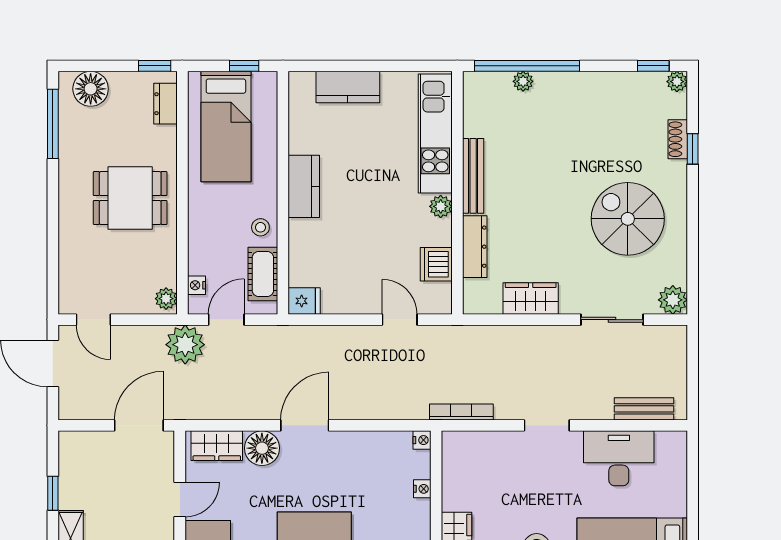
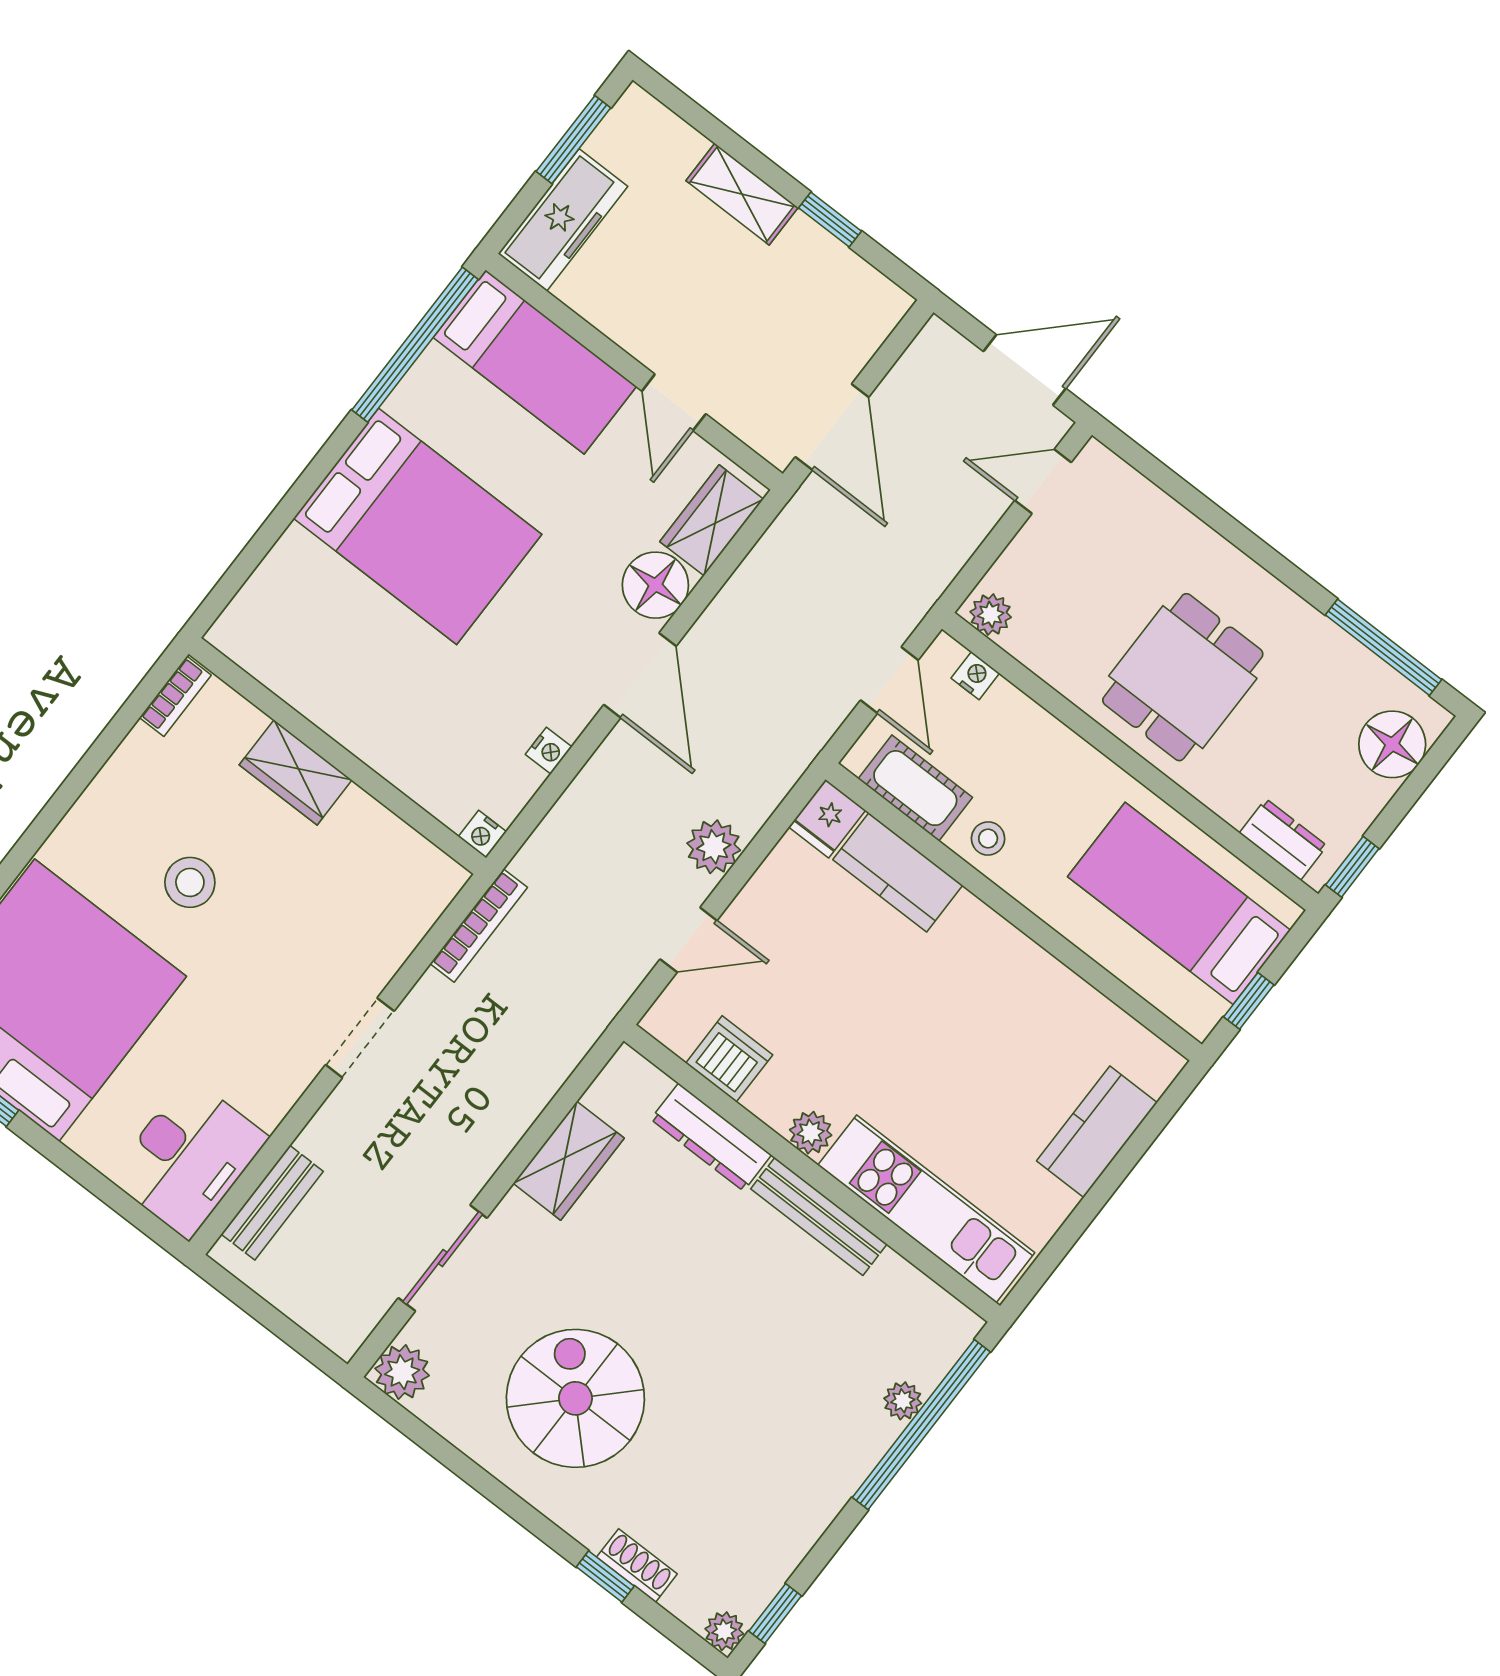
kitchen counter: (304, 186) -> (898, 872), moved
spiral stairs: (628, 219) -> (575, 1398), turned -90
plant: (185, 345) -> (714, 847), moved, width x0.73, depth x0.73
desk: (619, 458) -> (189, 1158), moved
nightstand: (422, 489) -> (549, 751), moved, turned -90

